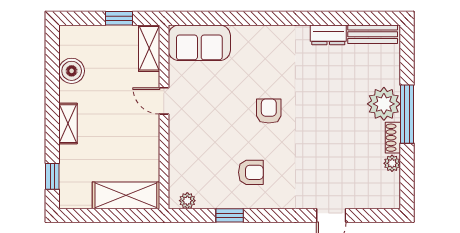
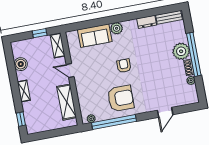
plant: (268, 37) -> (117, 28), added
sofa: (199, 43) -> (95, 36), moved
window: (407, 114) -> (194, 54), width x1.46
armchair: (251, 172) -> (121, 98), width x1.88, depth x1.88
shelving: (126, 195) -> (67, 102), moved, turned 90
window: (230, 215) -> (114, 122), width x3.17

